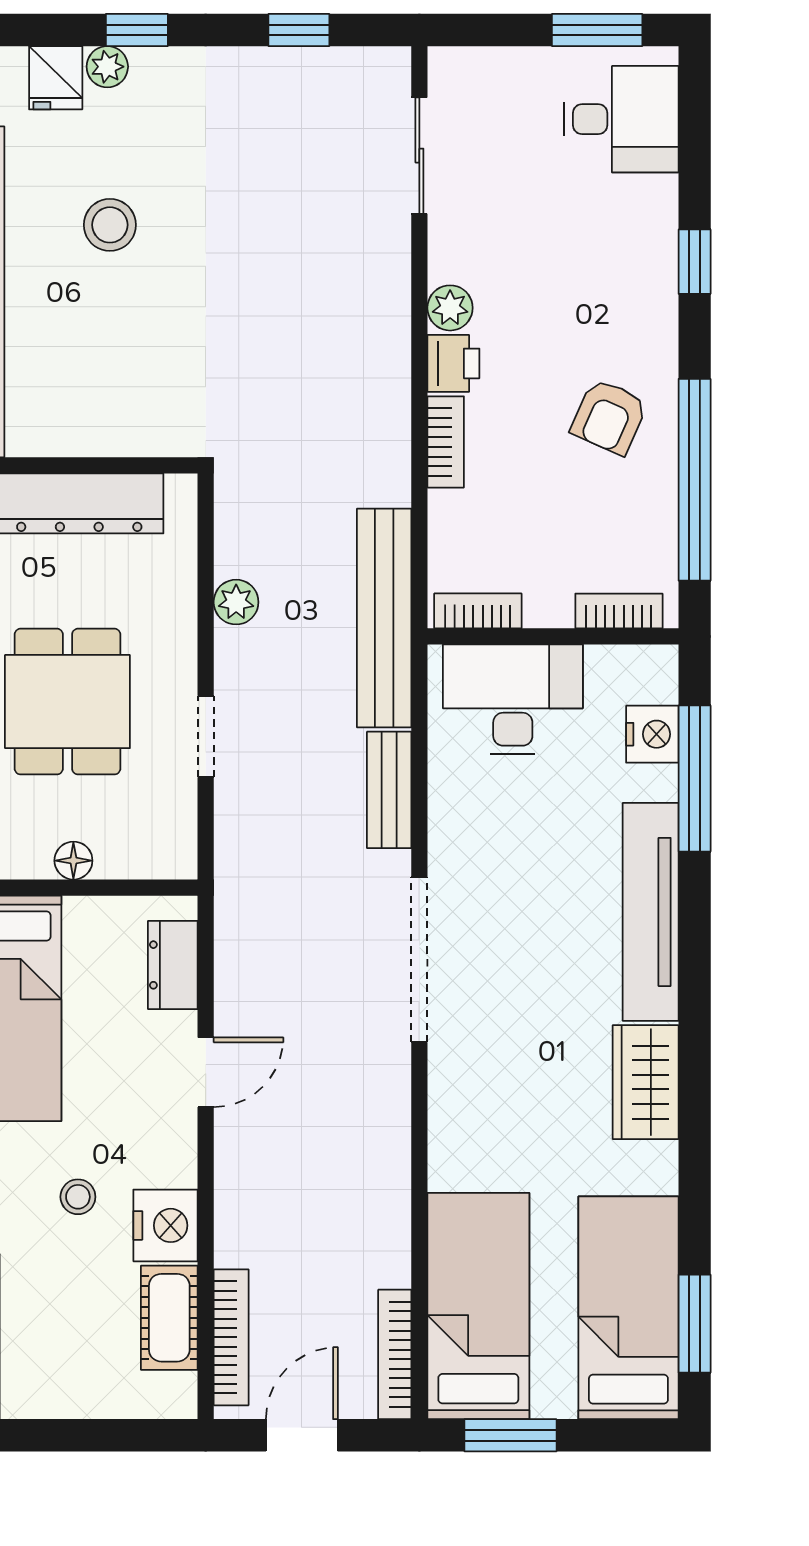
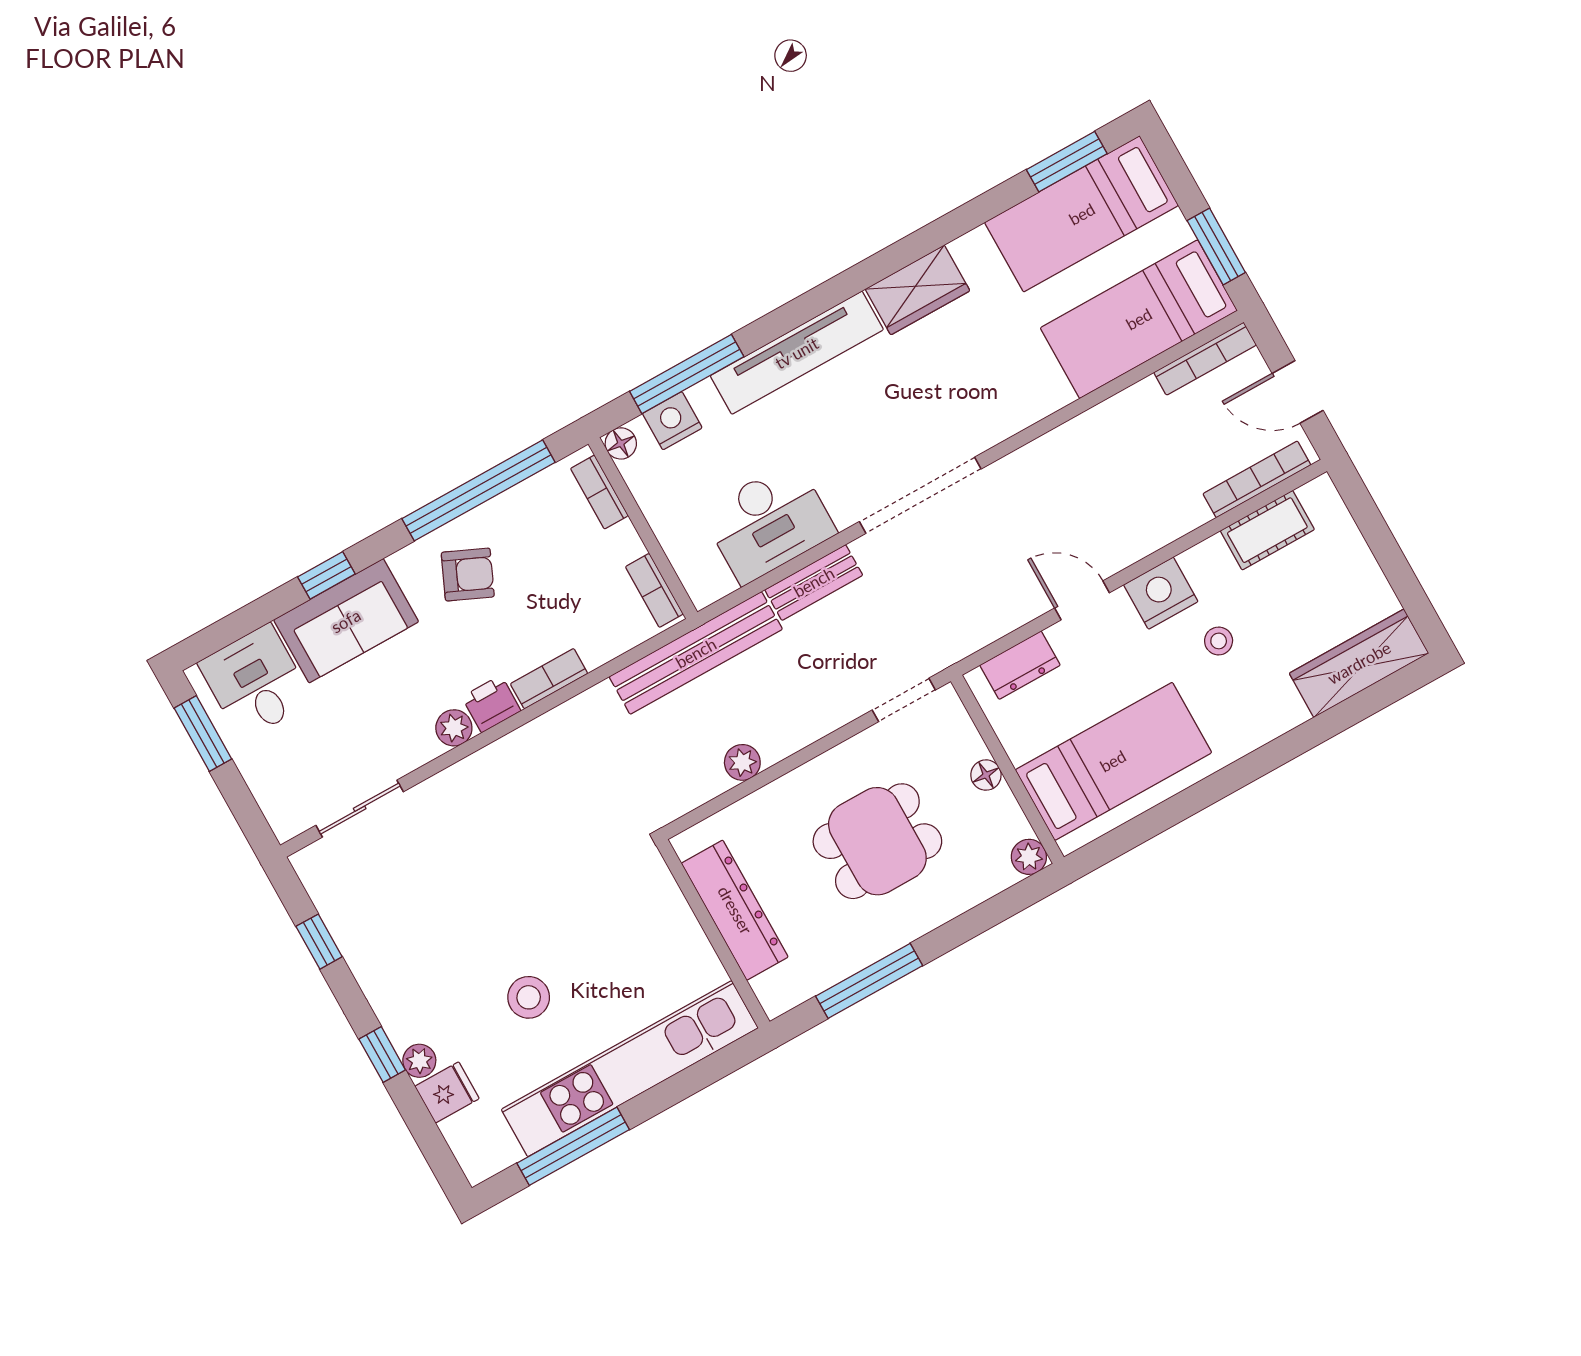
sofa: (633, 256) -> (346, 621), added
floor lamp: (659, 664) -> (621, 443), added
desk: (513, 699) -> (769, 522), moved, turned -90
doorway: (206, 737) -> (904, 700), moved
nightstand: (165, 1225) -> (1161, 593), moved

